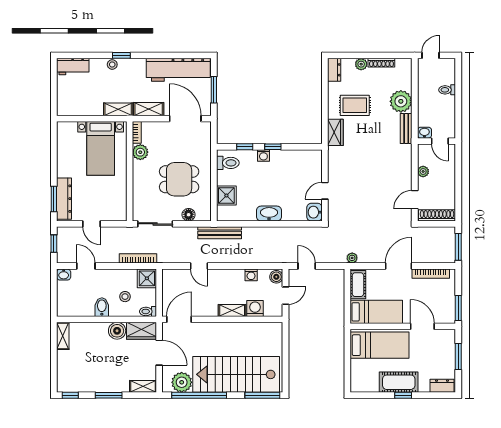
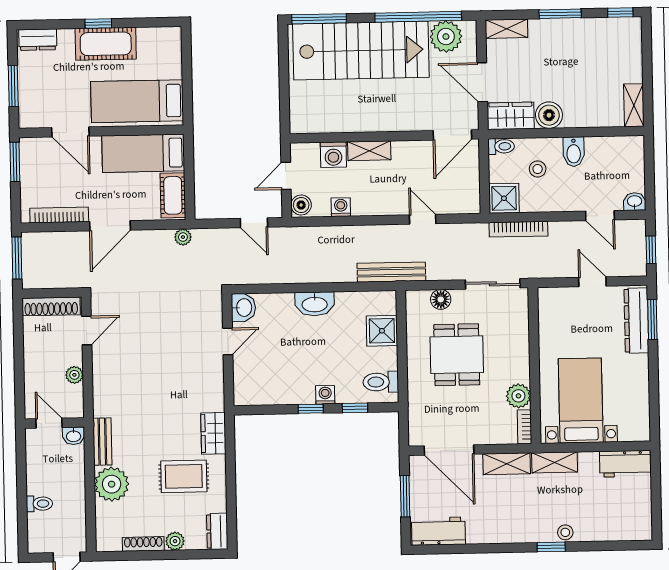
workbench: (73, 67) -> (625, 464), moved, turned 180
workbench: (178, 70) -> (438, 531), width x0.53, depth x0.76
dining table: (179, 179) -> (457, 355), turned 90

